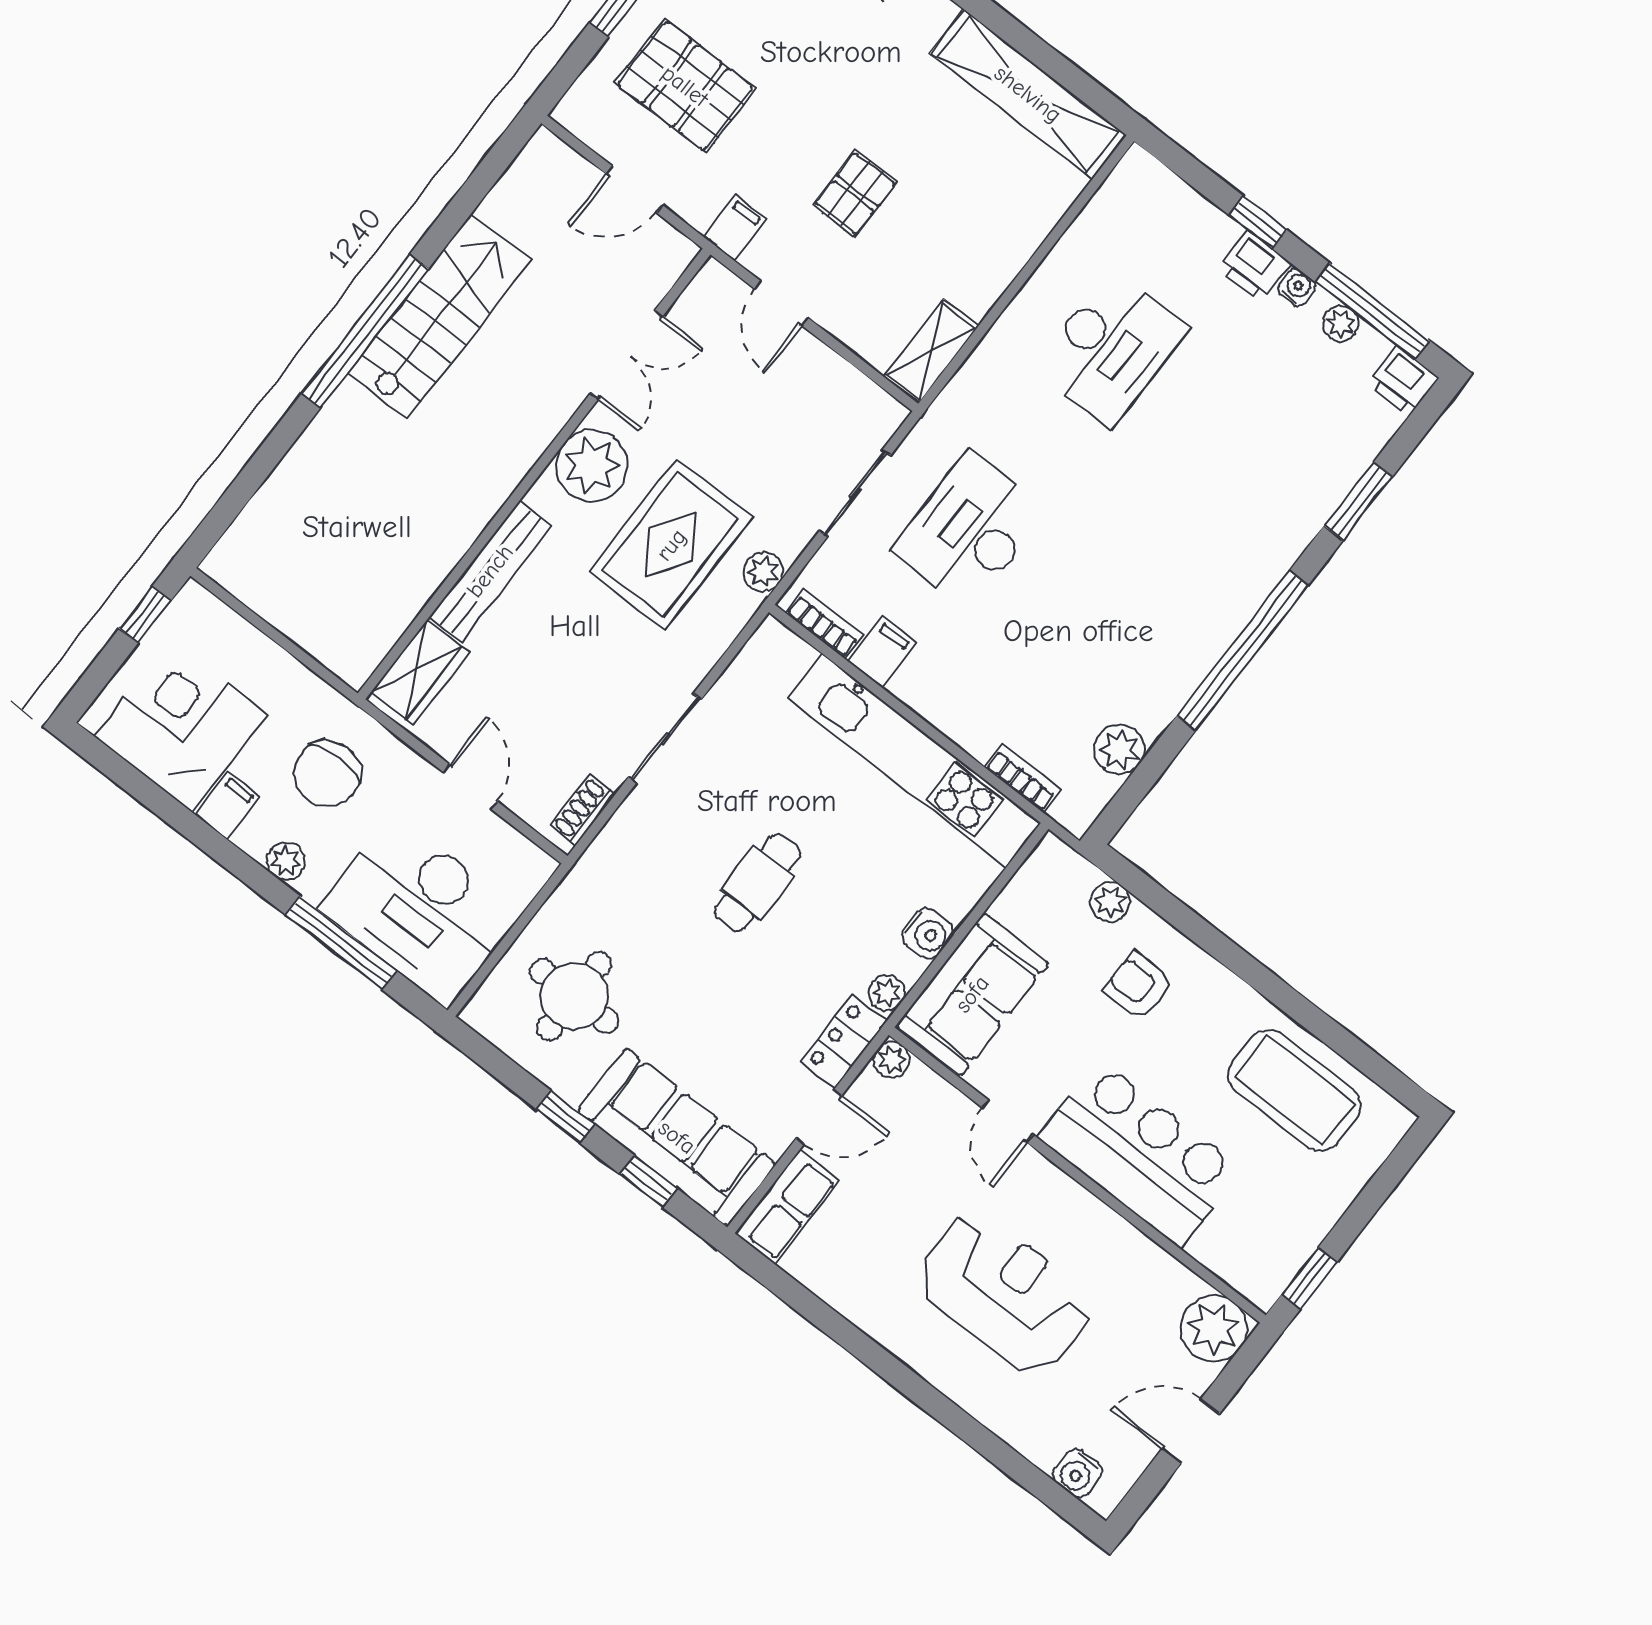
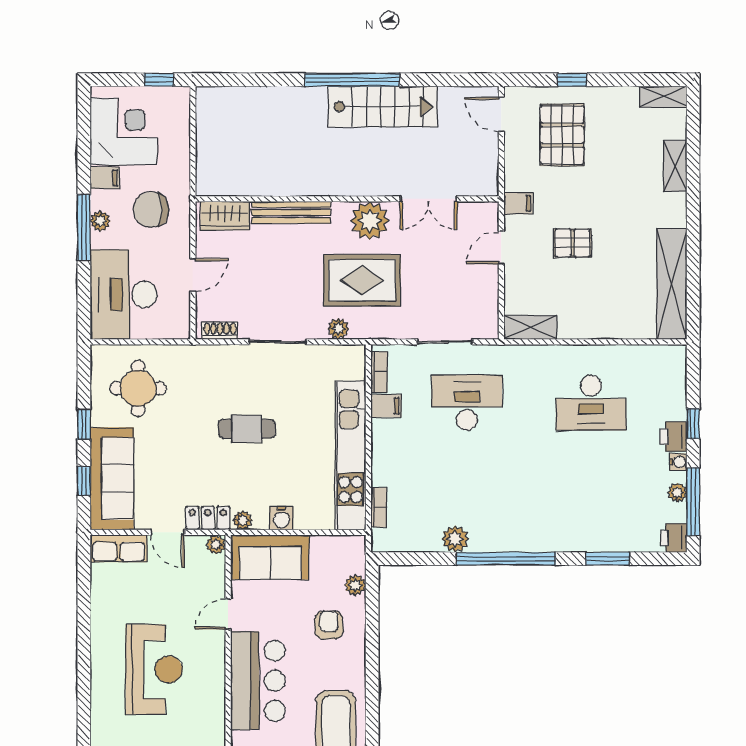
door: (634, 189) -> (501, 114), moved
plant: (763, 572) -> (338, 329), moved
plant: (1119, 749) -> (455, 539), moved
window: (341, 943) -> (84, 227), moved

